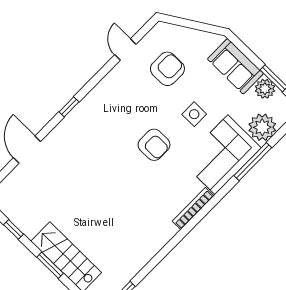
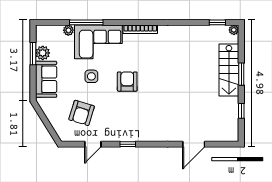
armchair: (167, 69) -> (82, 113), turned -73
window: (69, 107) -> (128, 144), moved
plant: (262, 127) -> (68, 30), width x0.53, depth x0.53

